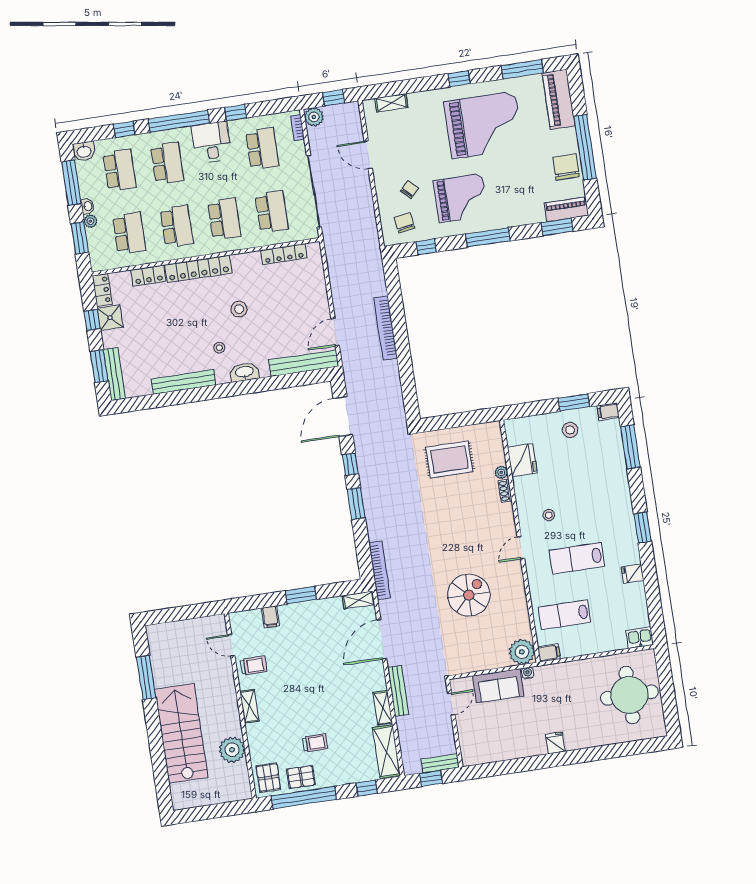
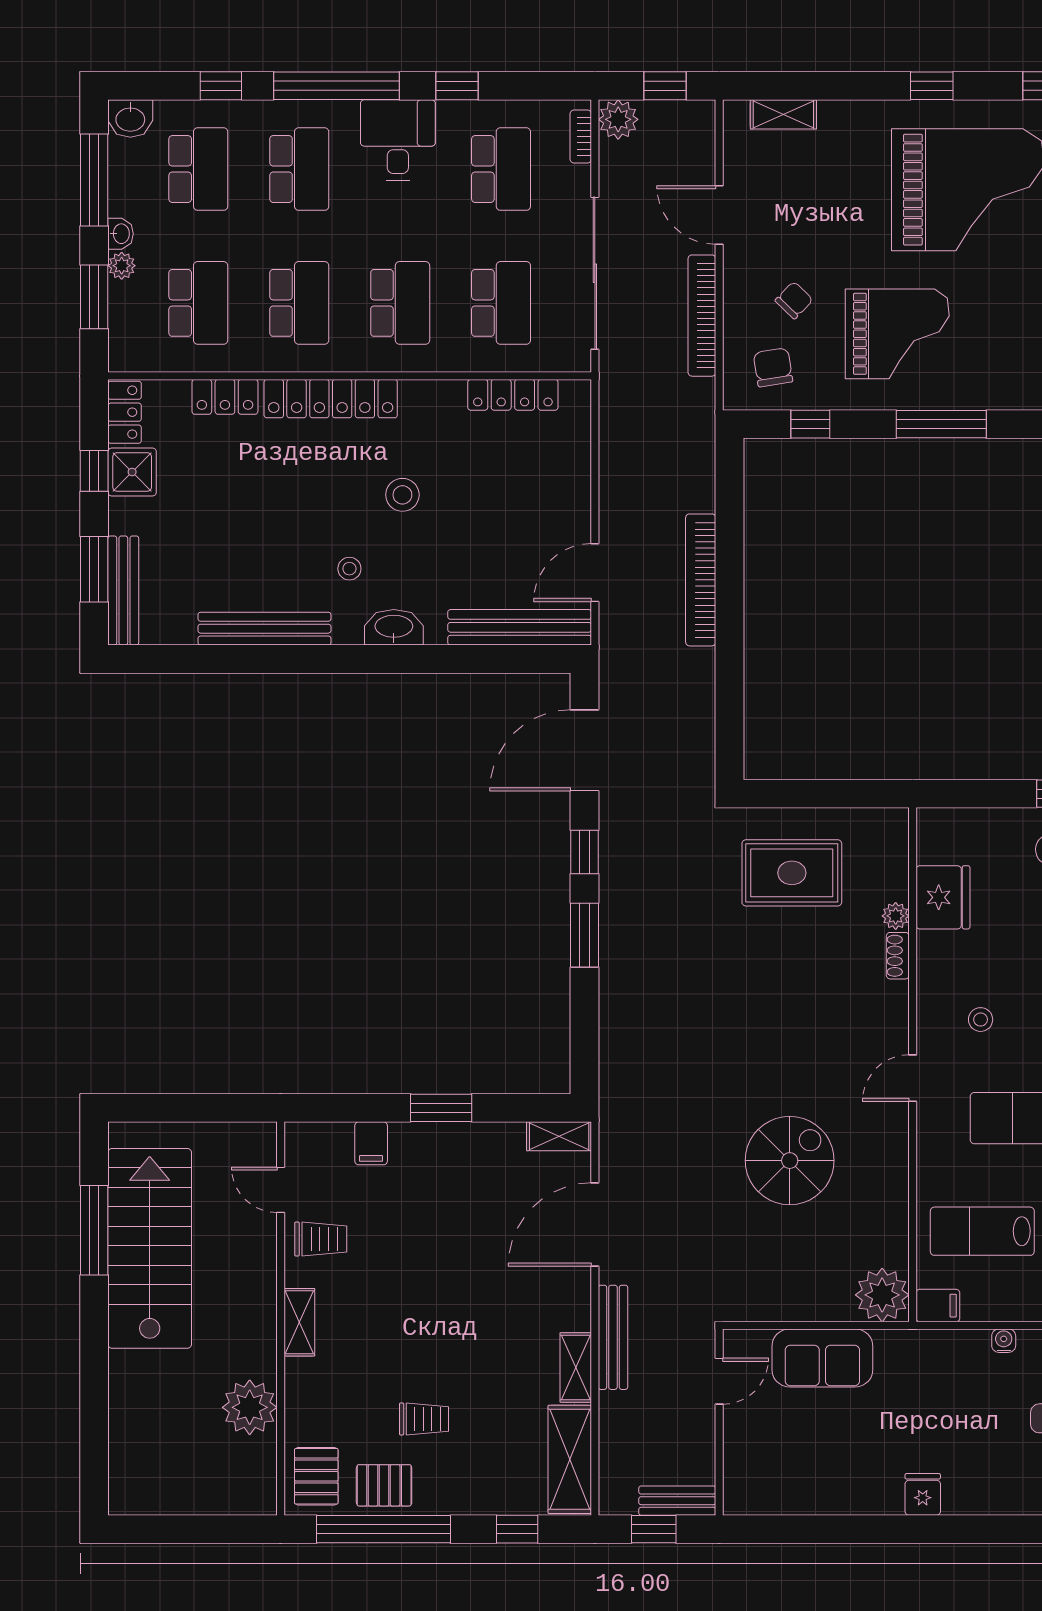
bookcase: (380, 570) -> (702, 316), moved, turned 180
water cooler: (528, 673) -> (1004, 1341), moved
stairs: (181, 733) -> (150, 1248), moved

